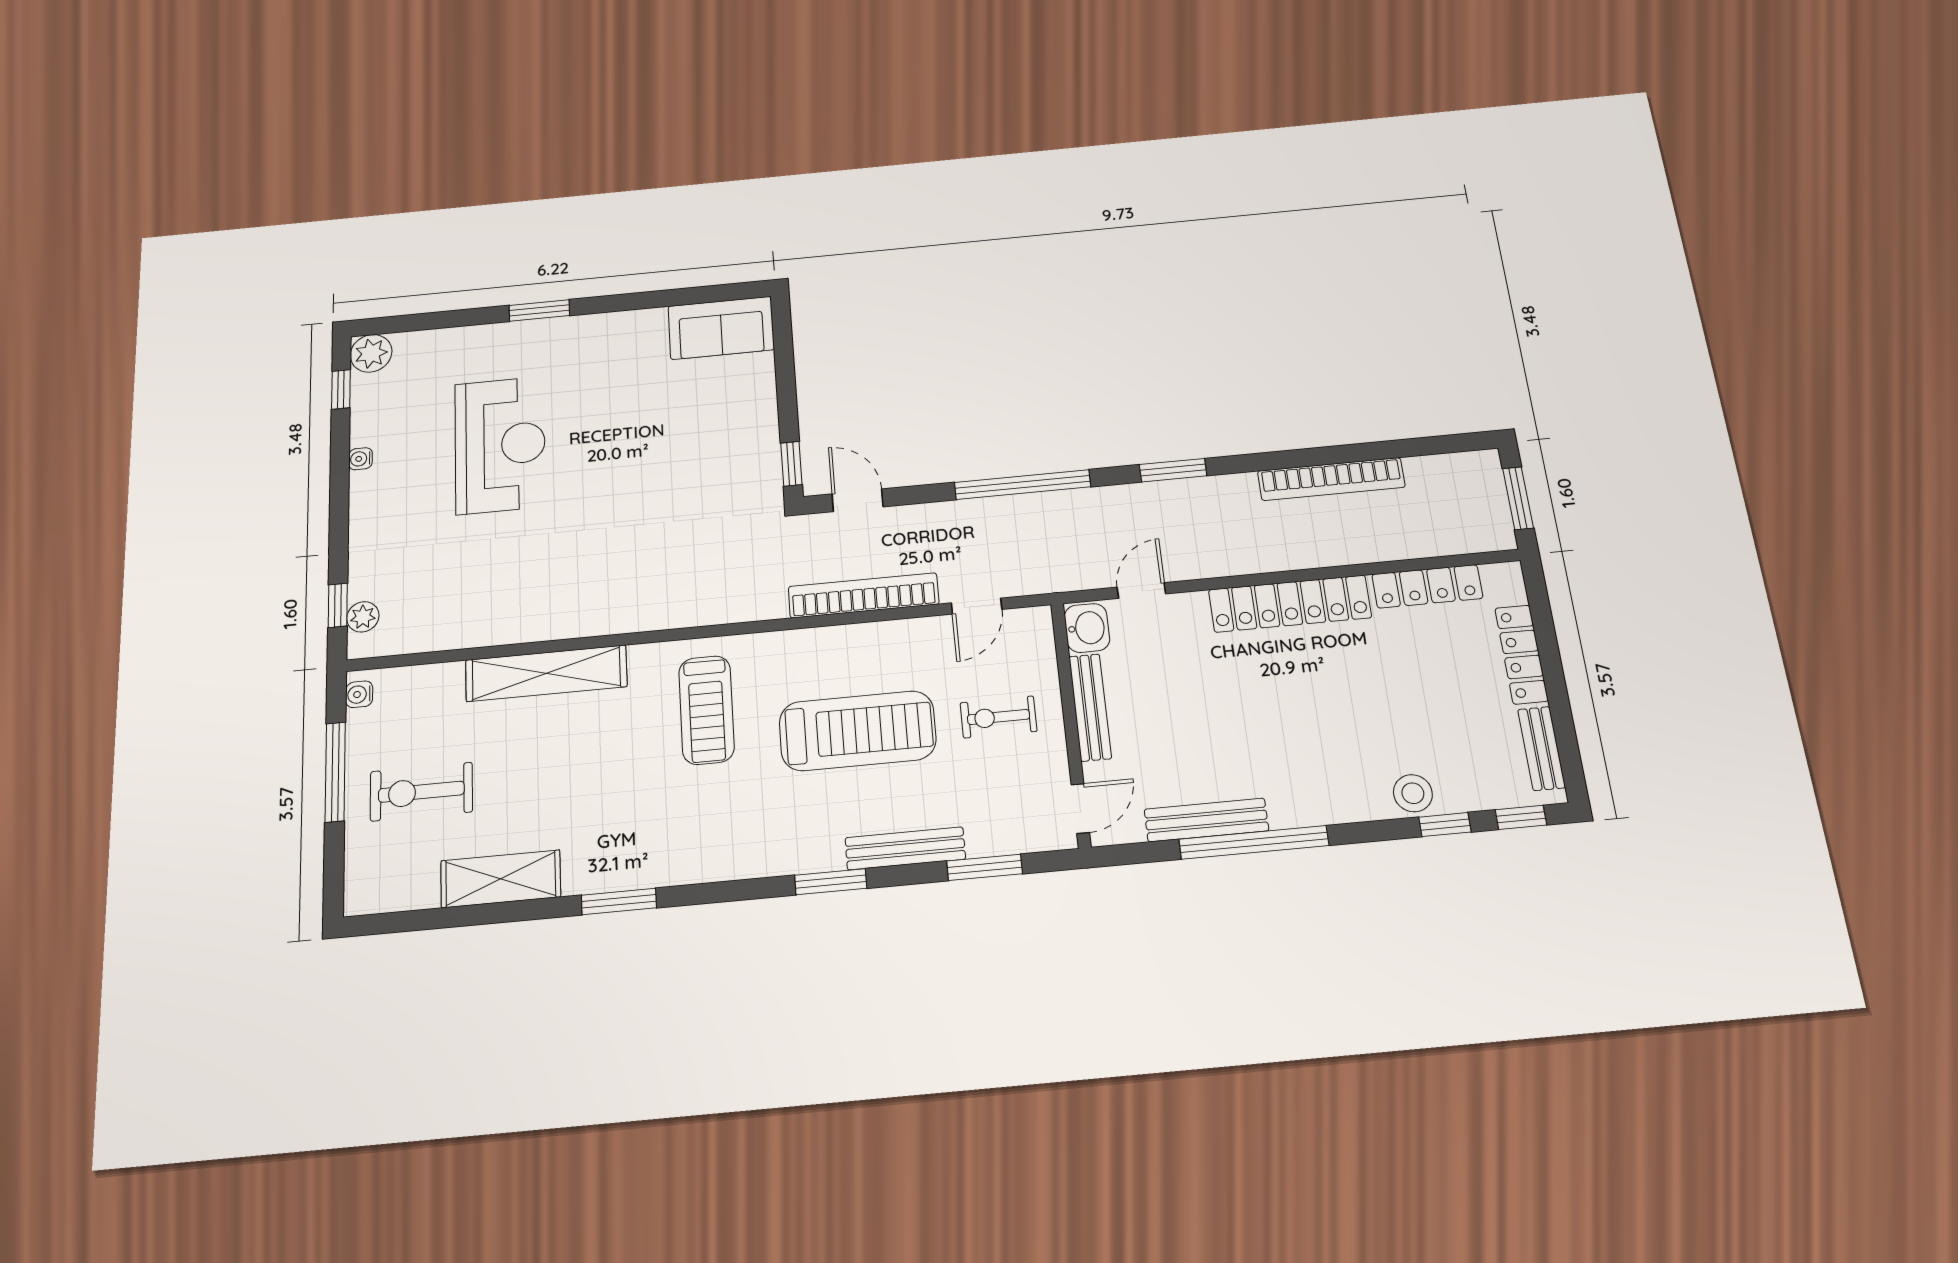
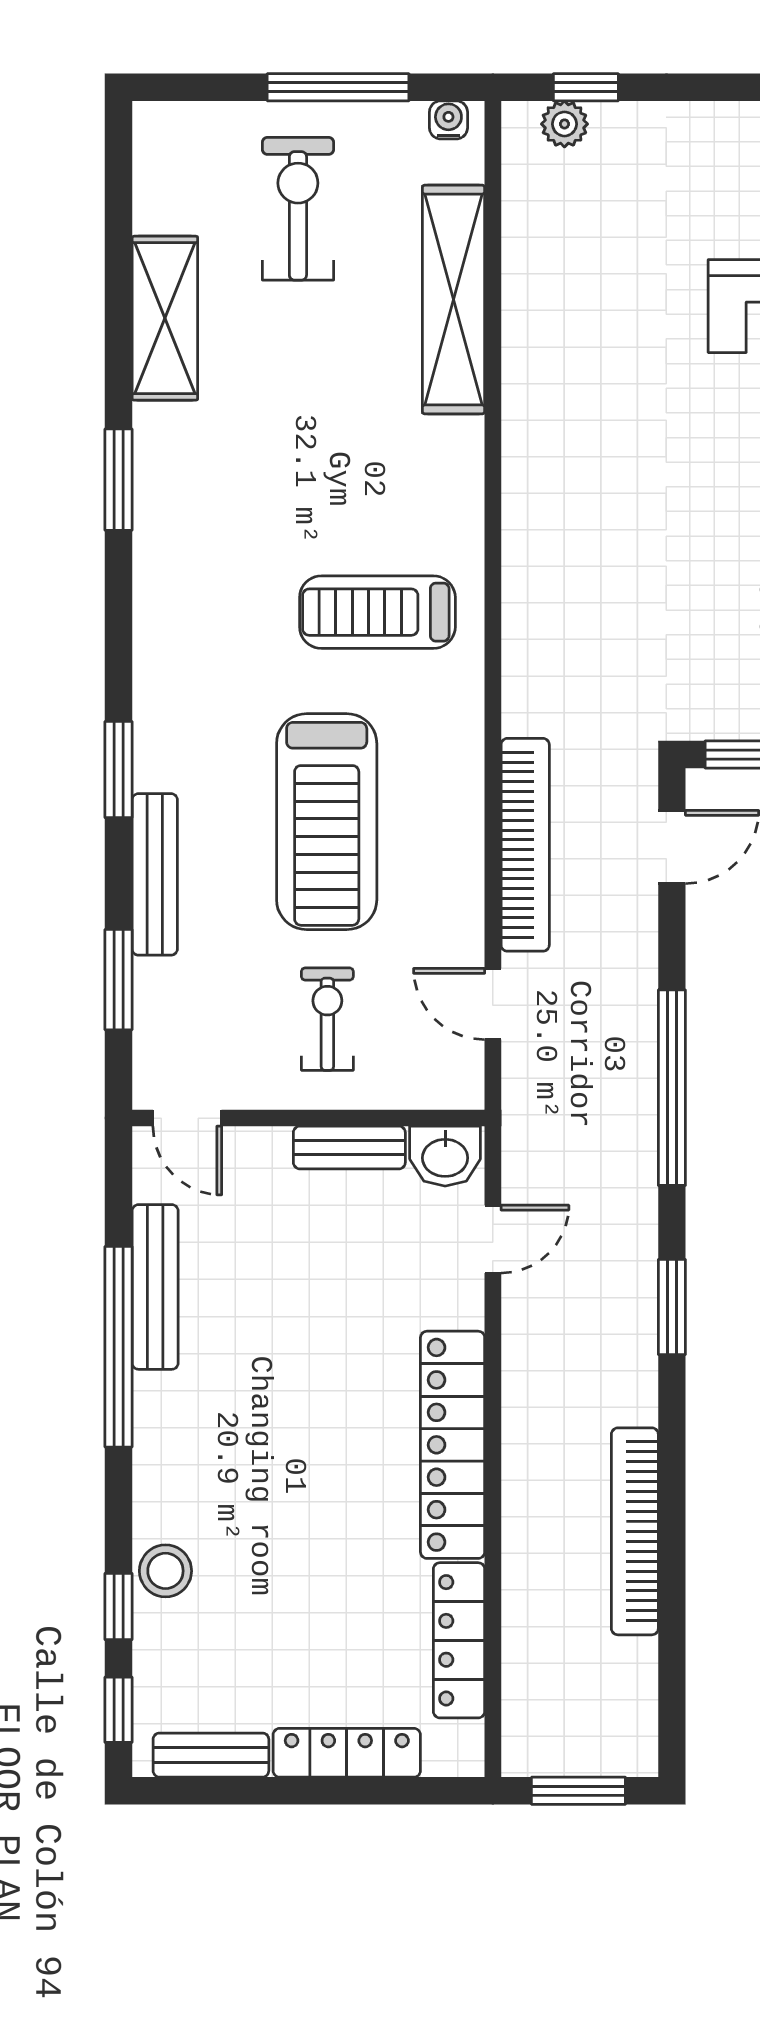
door: (1141, 591) -> (493, 1239), hinge flipped
shelving: (546, 673) -> (454, 300), moved
bench: (1090, 707) -> (349, 1148), width x0.73

